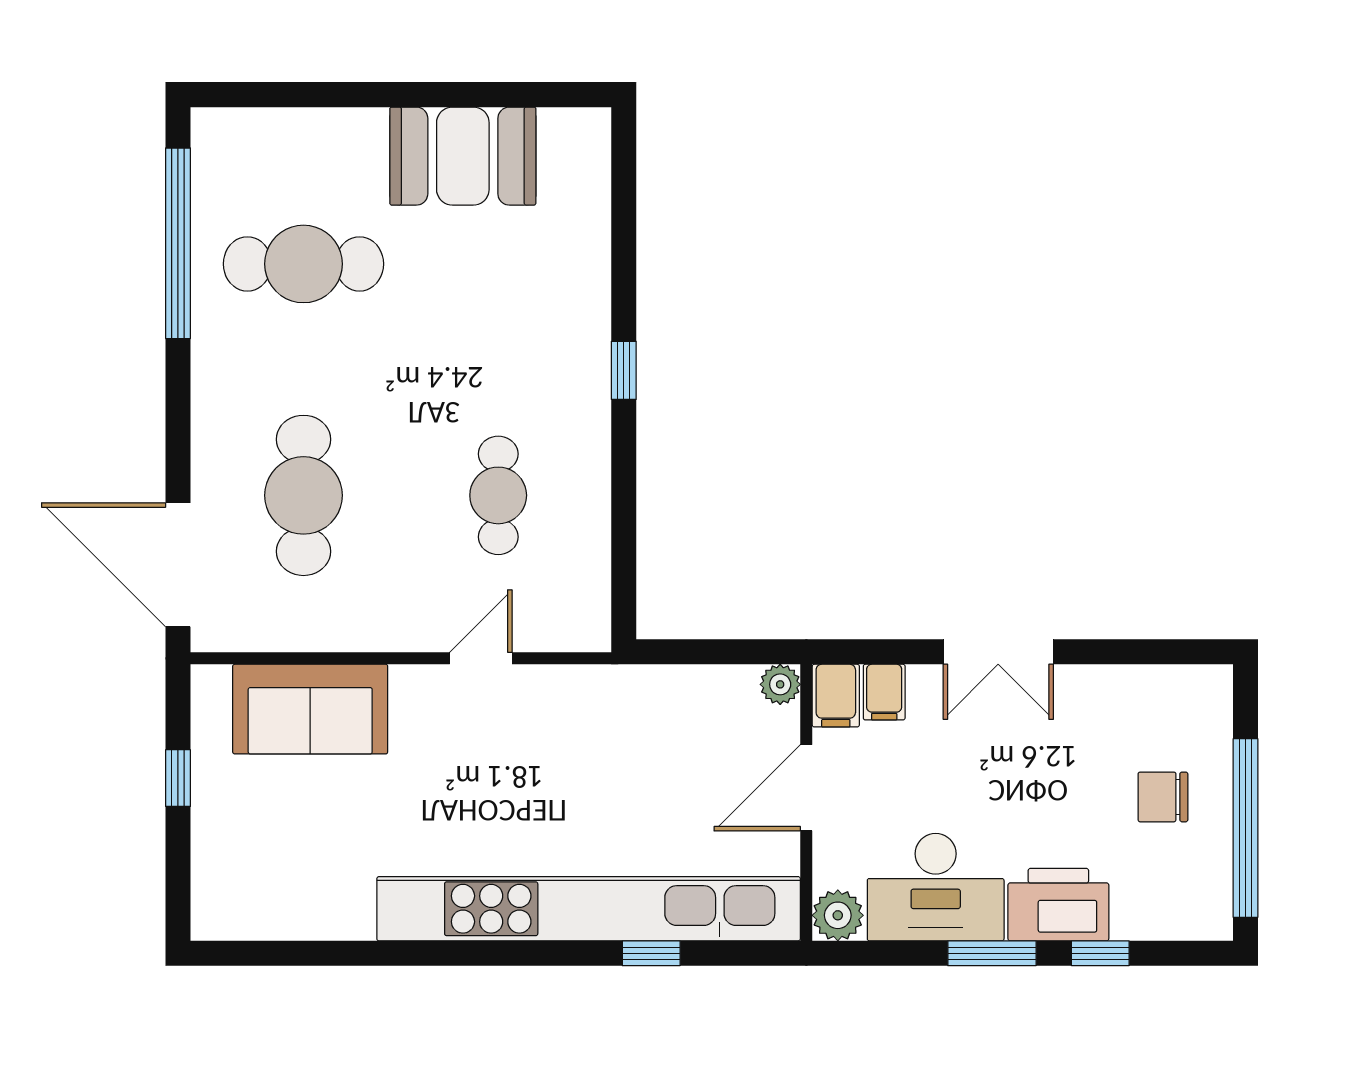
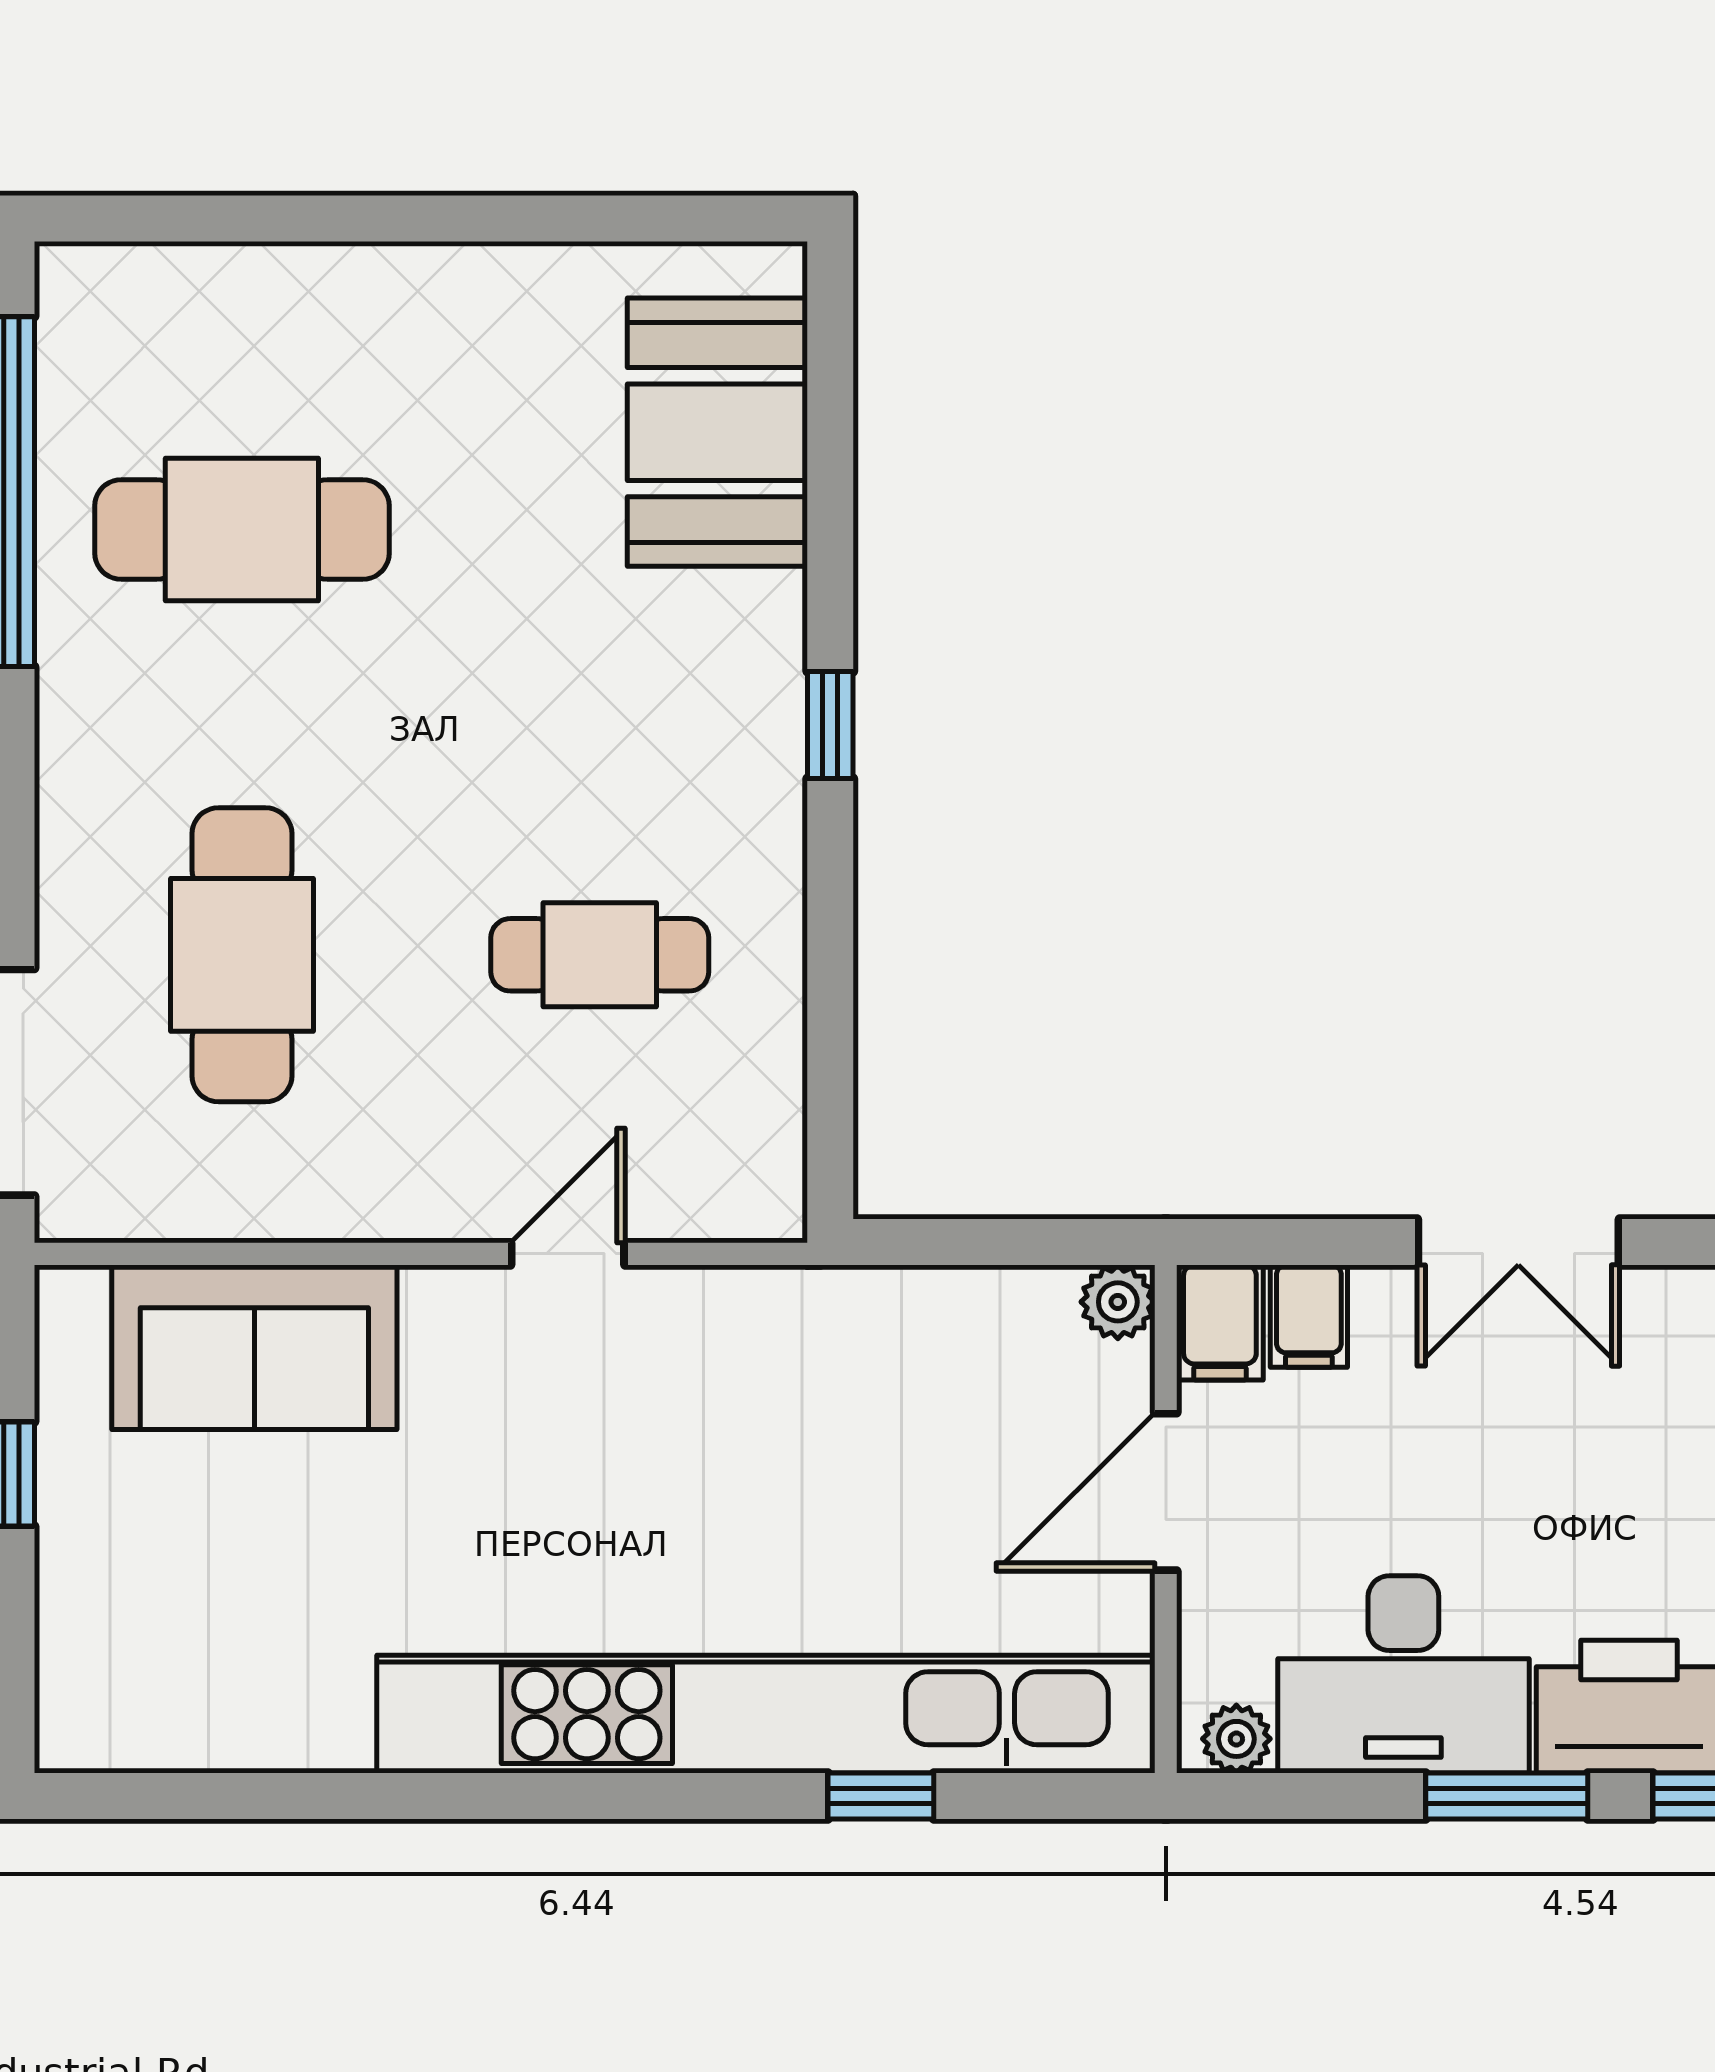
booth: (463, 156) -> (717, 432), moved, turned 90
cafe table: (498, 495) -> (600, 955), turned 90
plant: (838, 915) -> (1236, 1739), width x0.73, depth x0.73

